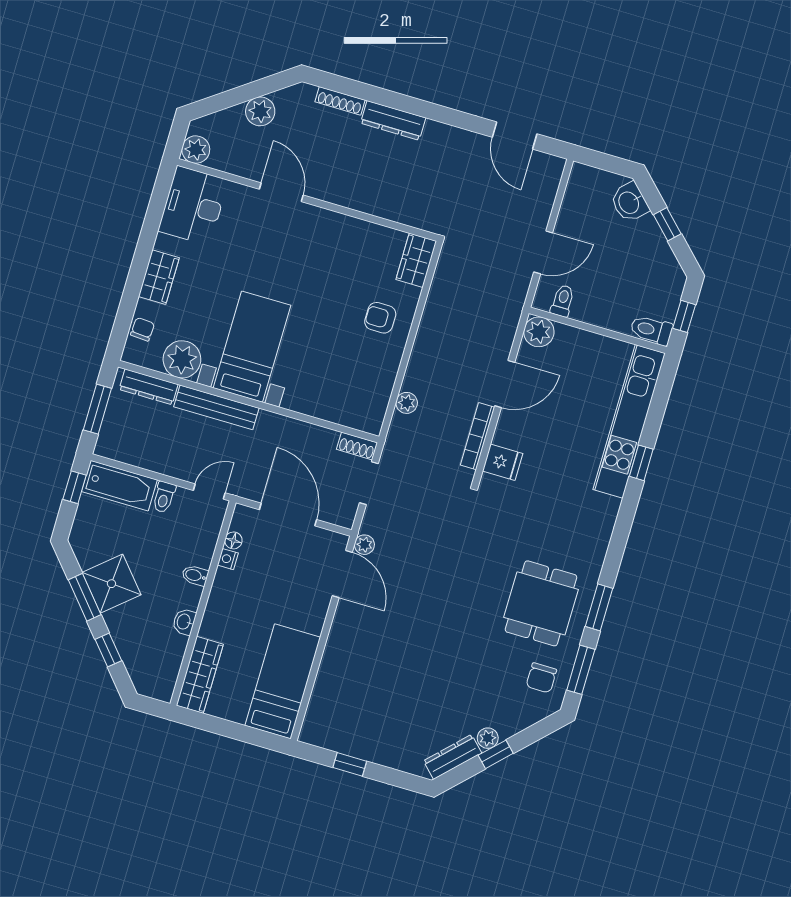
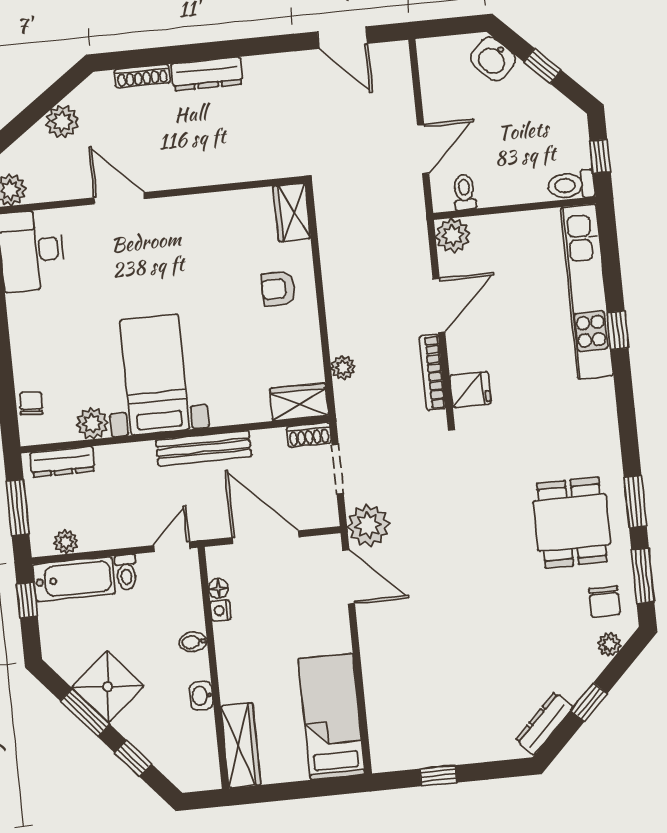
wardrobe: (159, 277) -> (299, 402), moved, turned -90
plant: (182, 359) -> (92, 423), width x0.73, depth x0.73
bench: (216, 407) -> (204, 448), moved
plant: (125, 453) -> (66, 542), added
plant: (364, 545) -> (368, 525), width x1.87, depth x1.87
plant: (488, 738) -> (609, 644), moved

